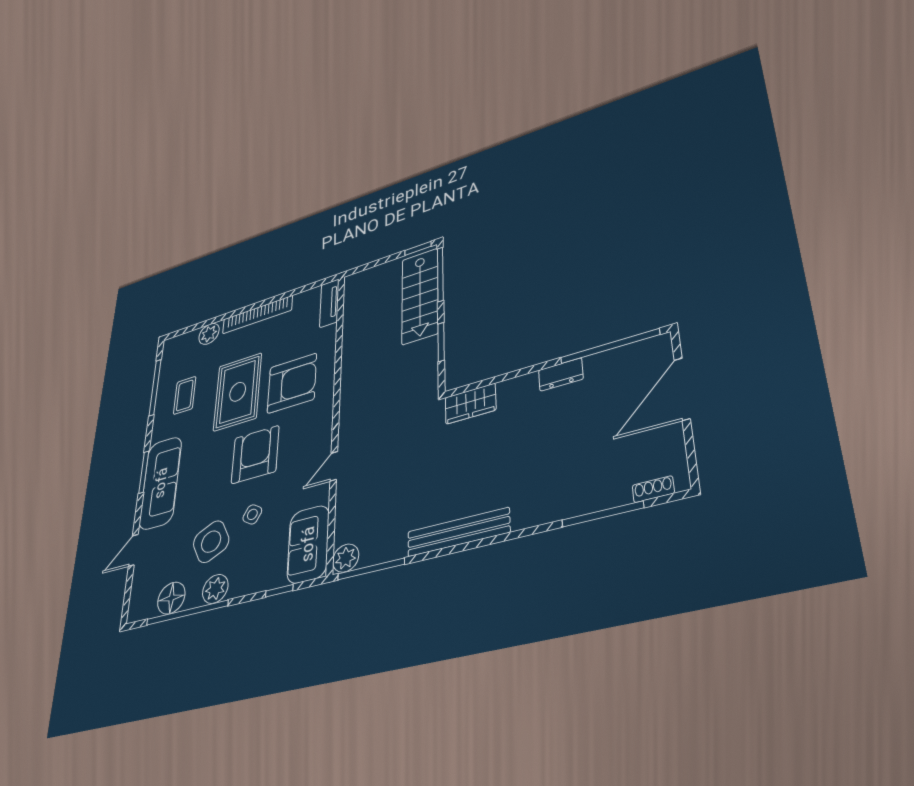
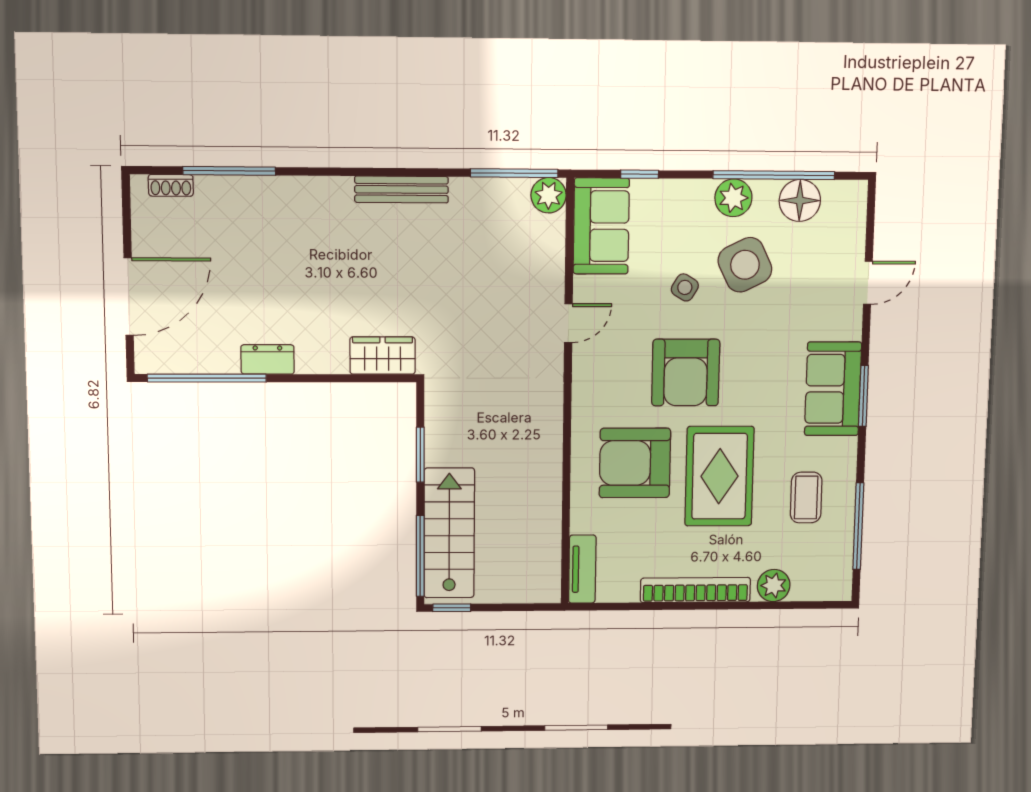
sofa: (161, 483) -> (833, 389), width x0.73
bench: (458, 532) -> (402, 189), width x0.73, depth x0.82

